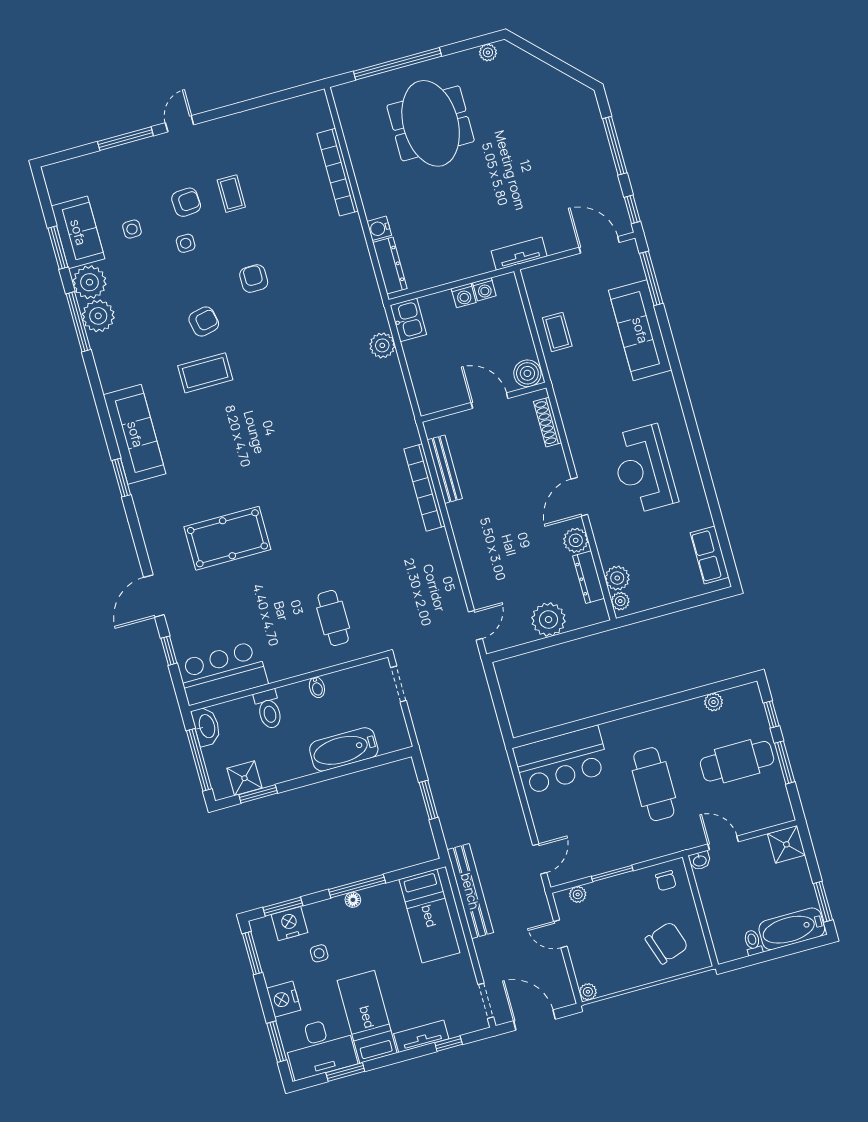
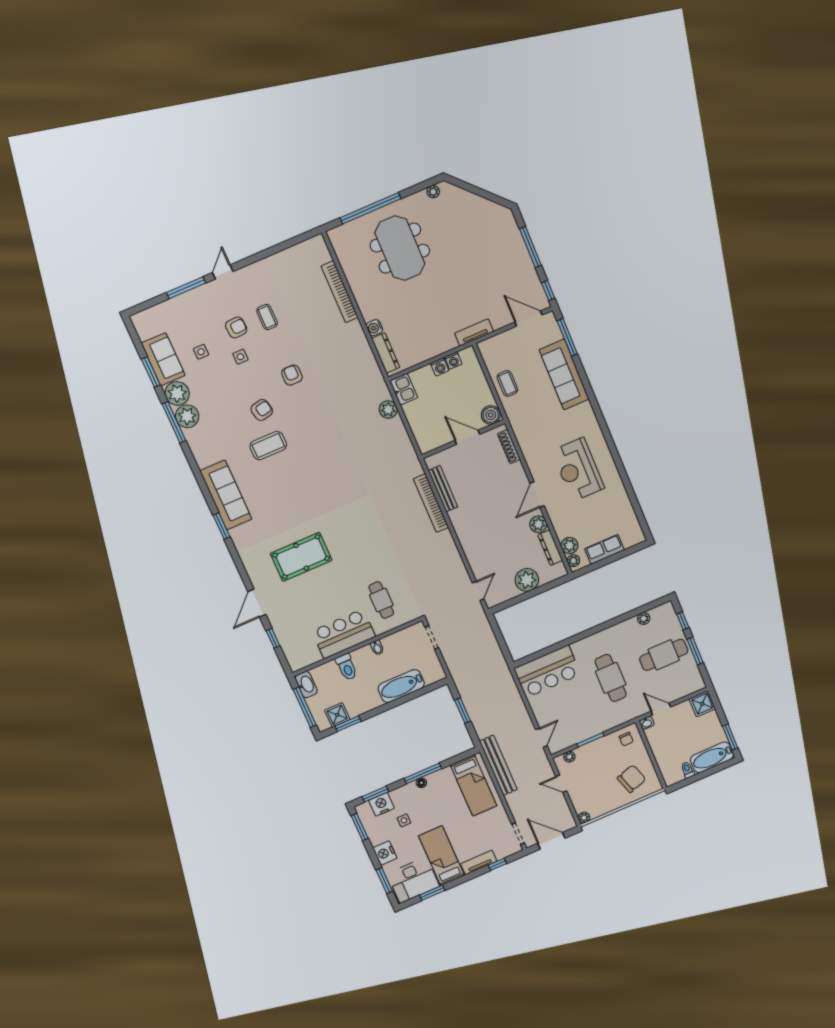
row of seats: (710, 555) -> (604, 549), moved, turned 90
bar counter: (223, 673) -> (344, 634), moved

